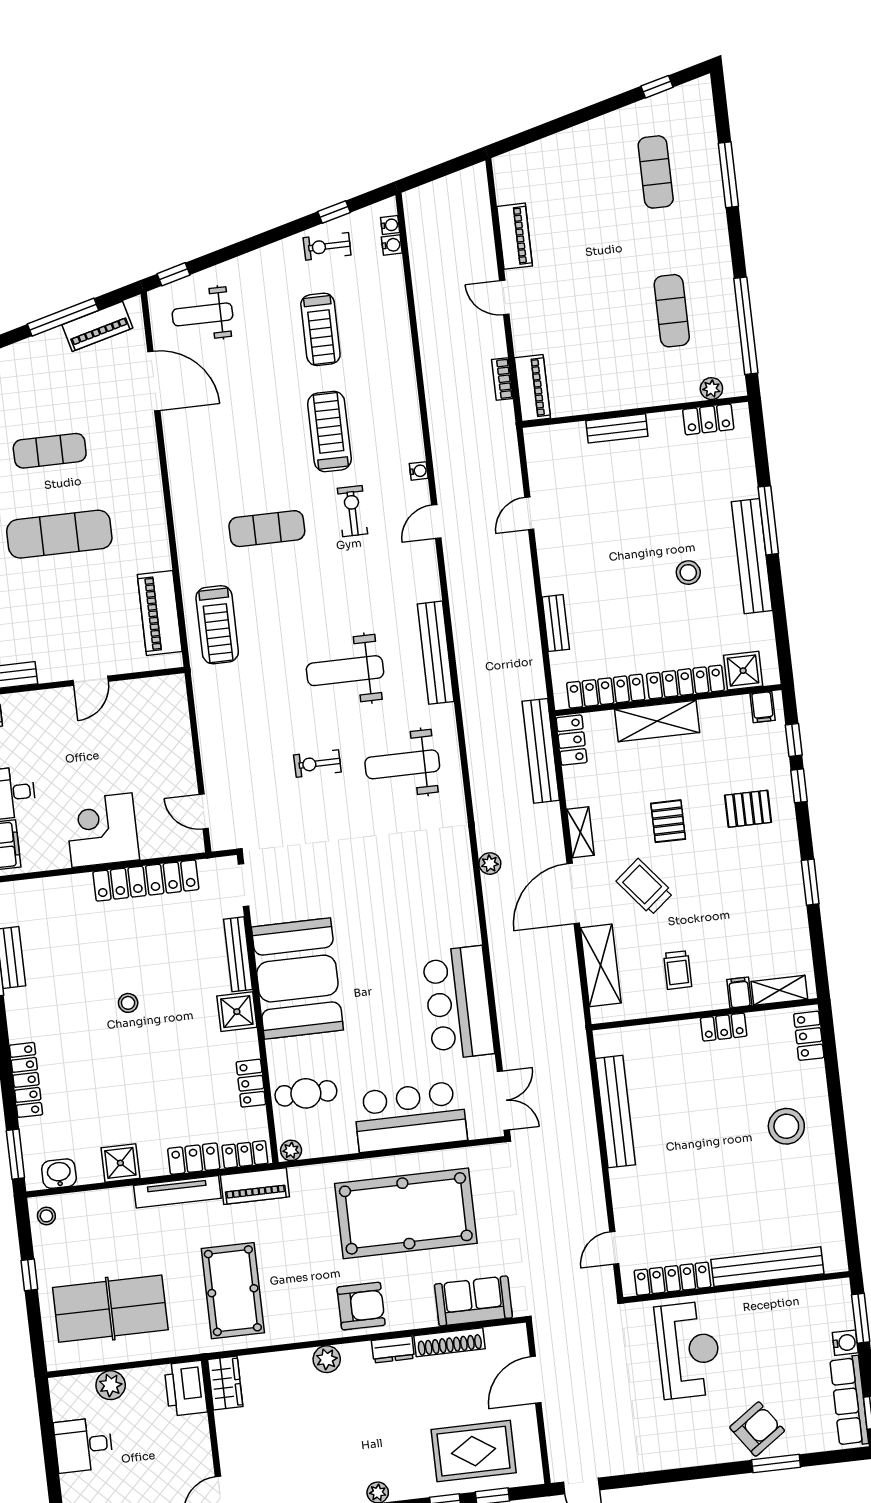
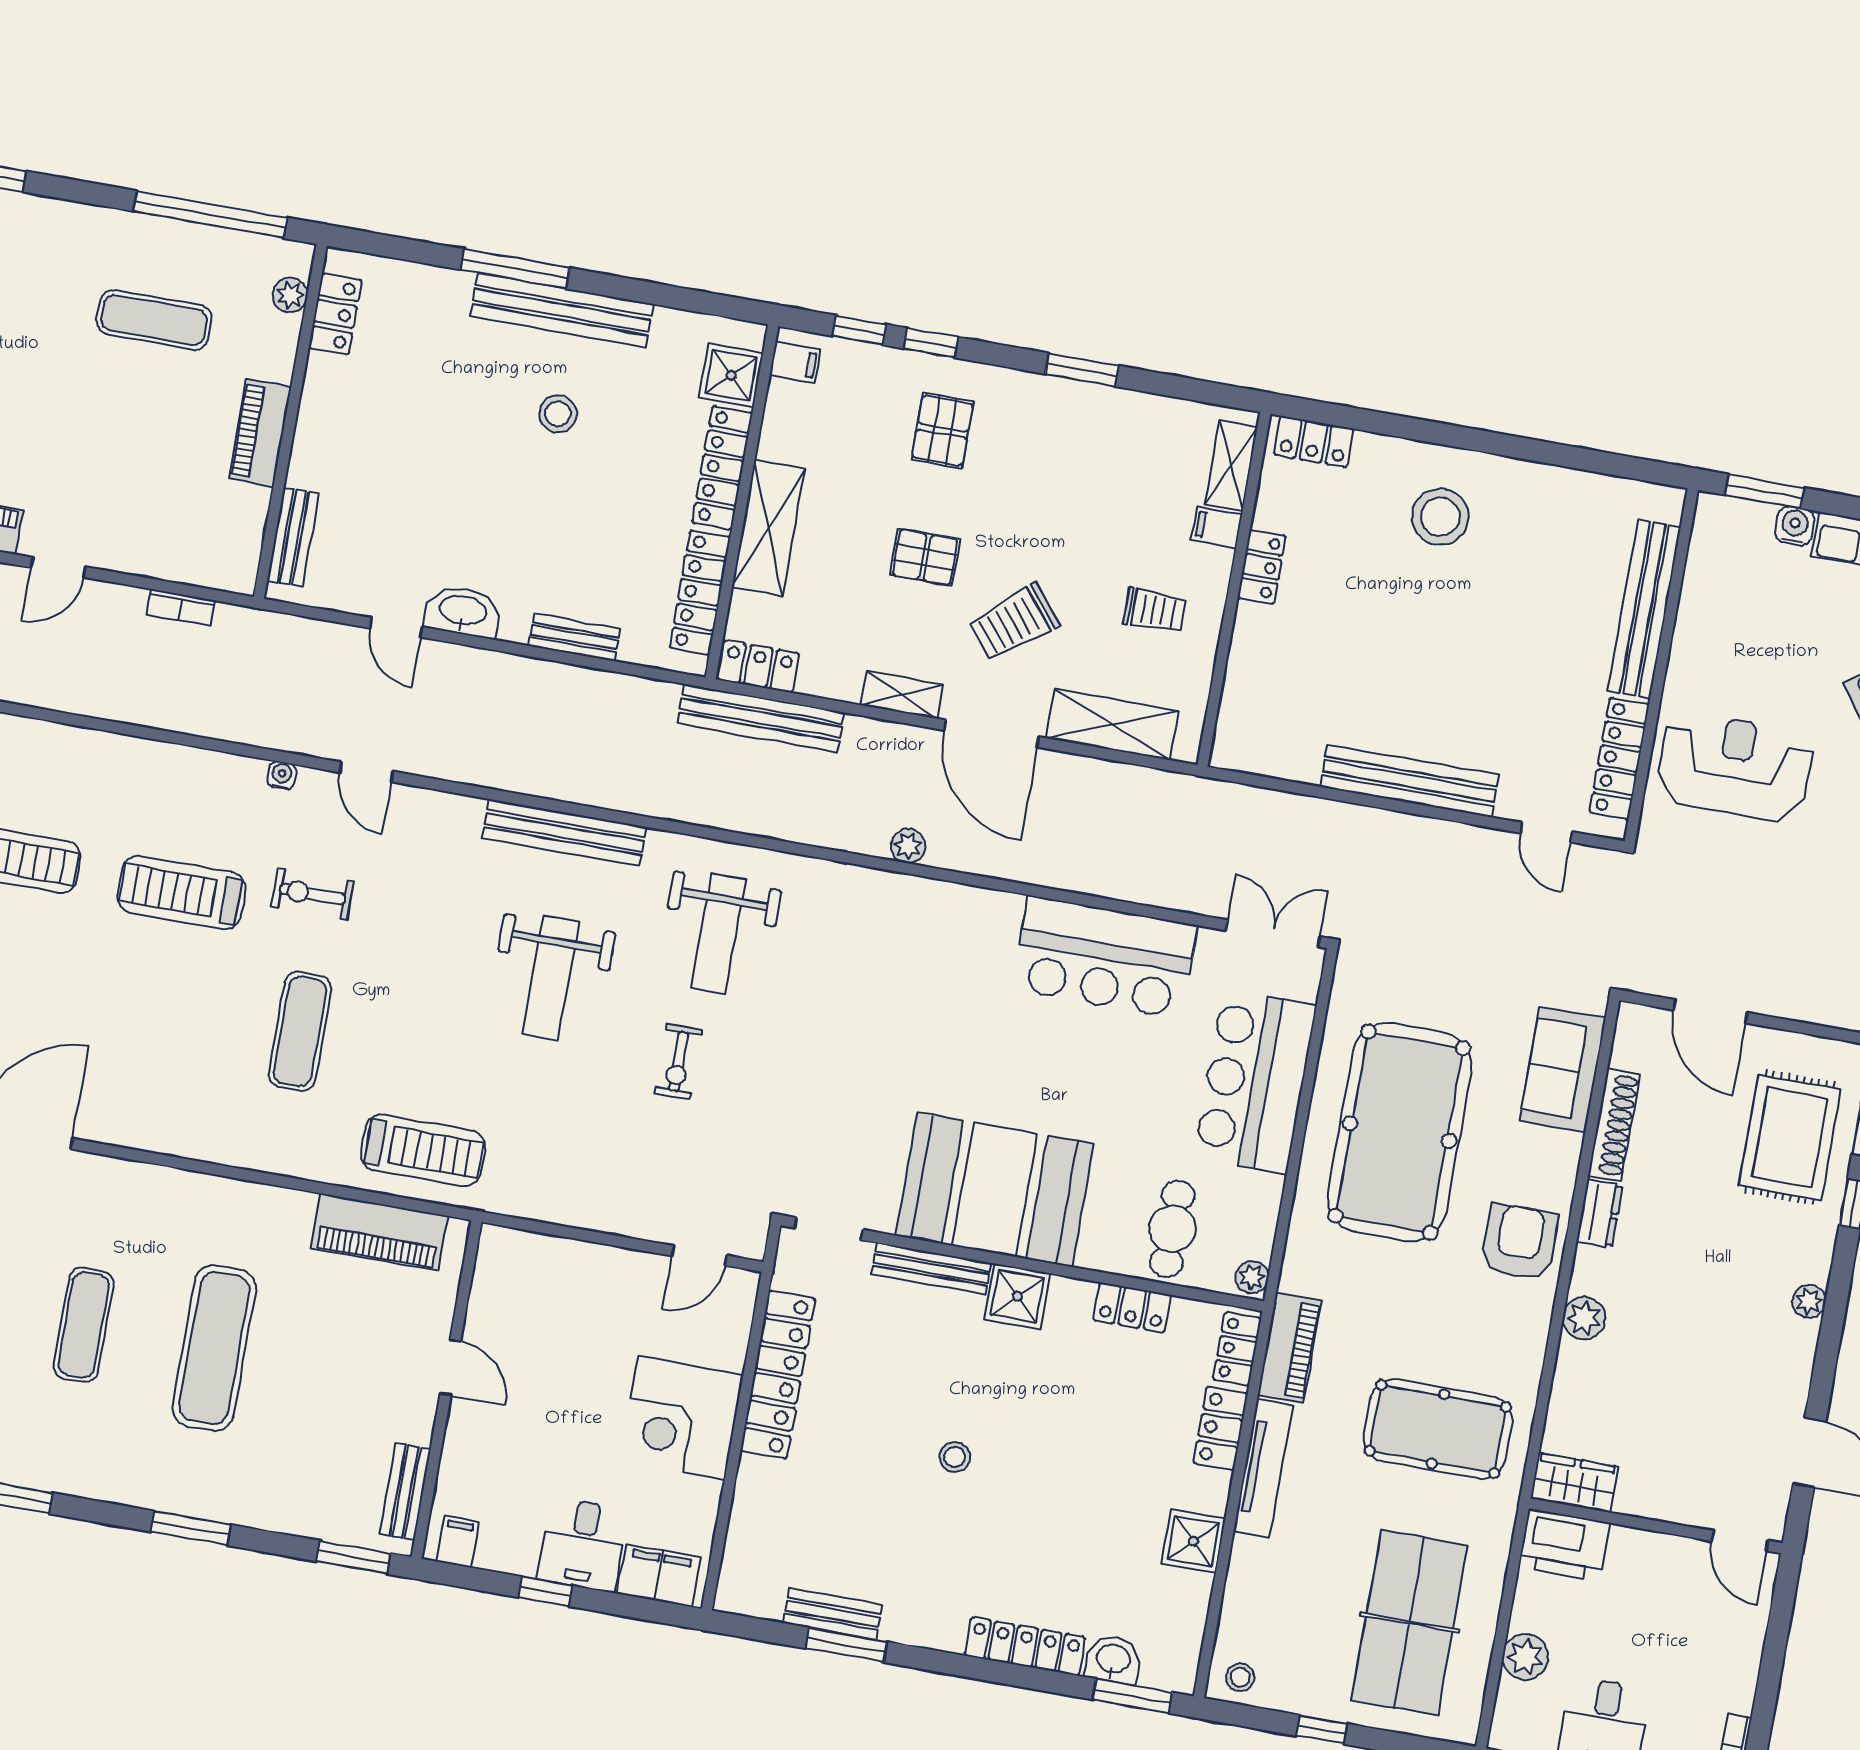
piano: (532, 388) -> (260, 433), moved, turned -90
bench: (617, 428) -> (293, 537), moved
washbasin: (551, 551) -> (463, 612), added
bench: (615, 1112) -> (1409, 781), moved
washbasin: (59, 1174) -> (1113, 1660), moved, turned 90

